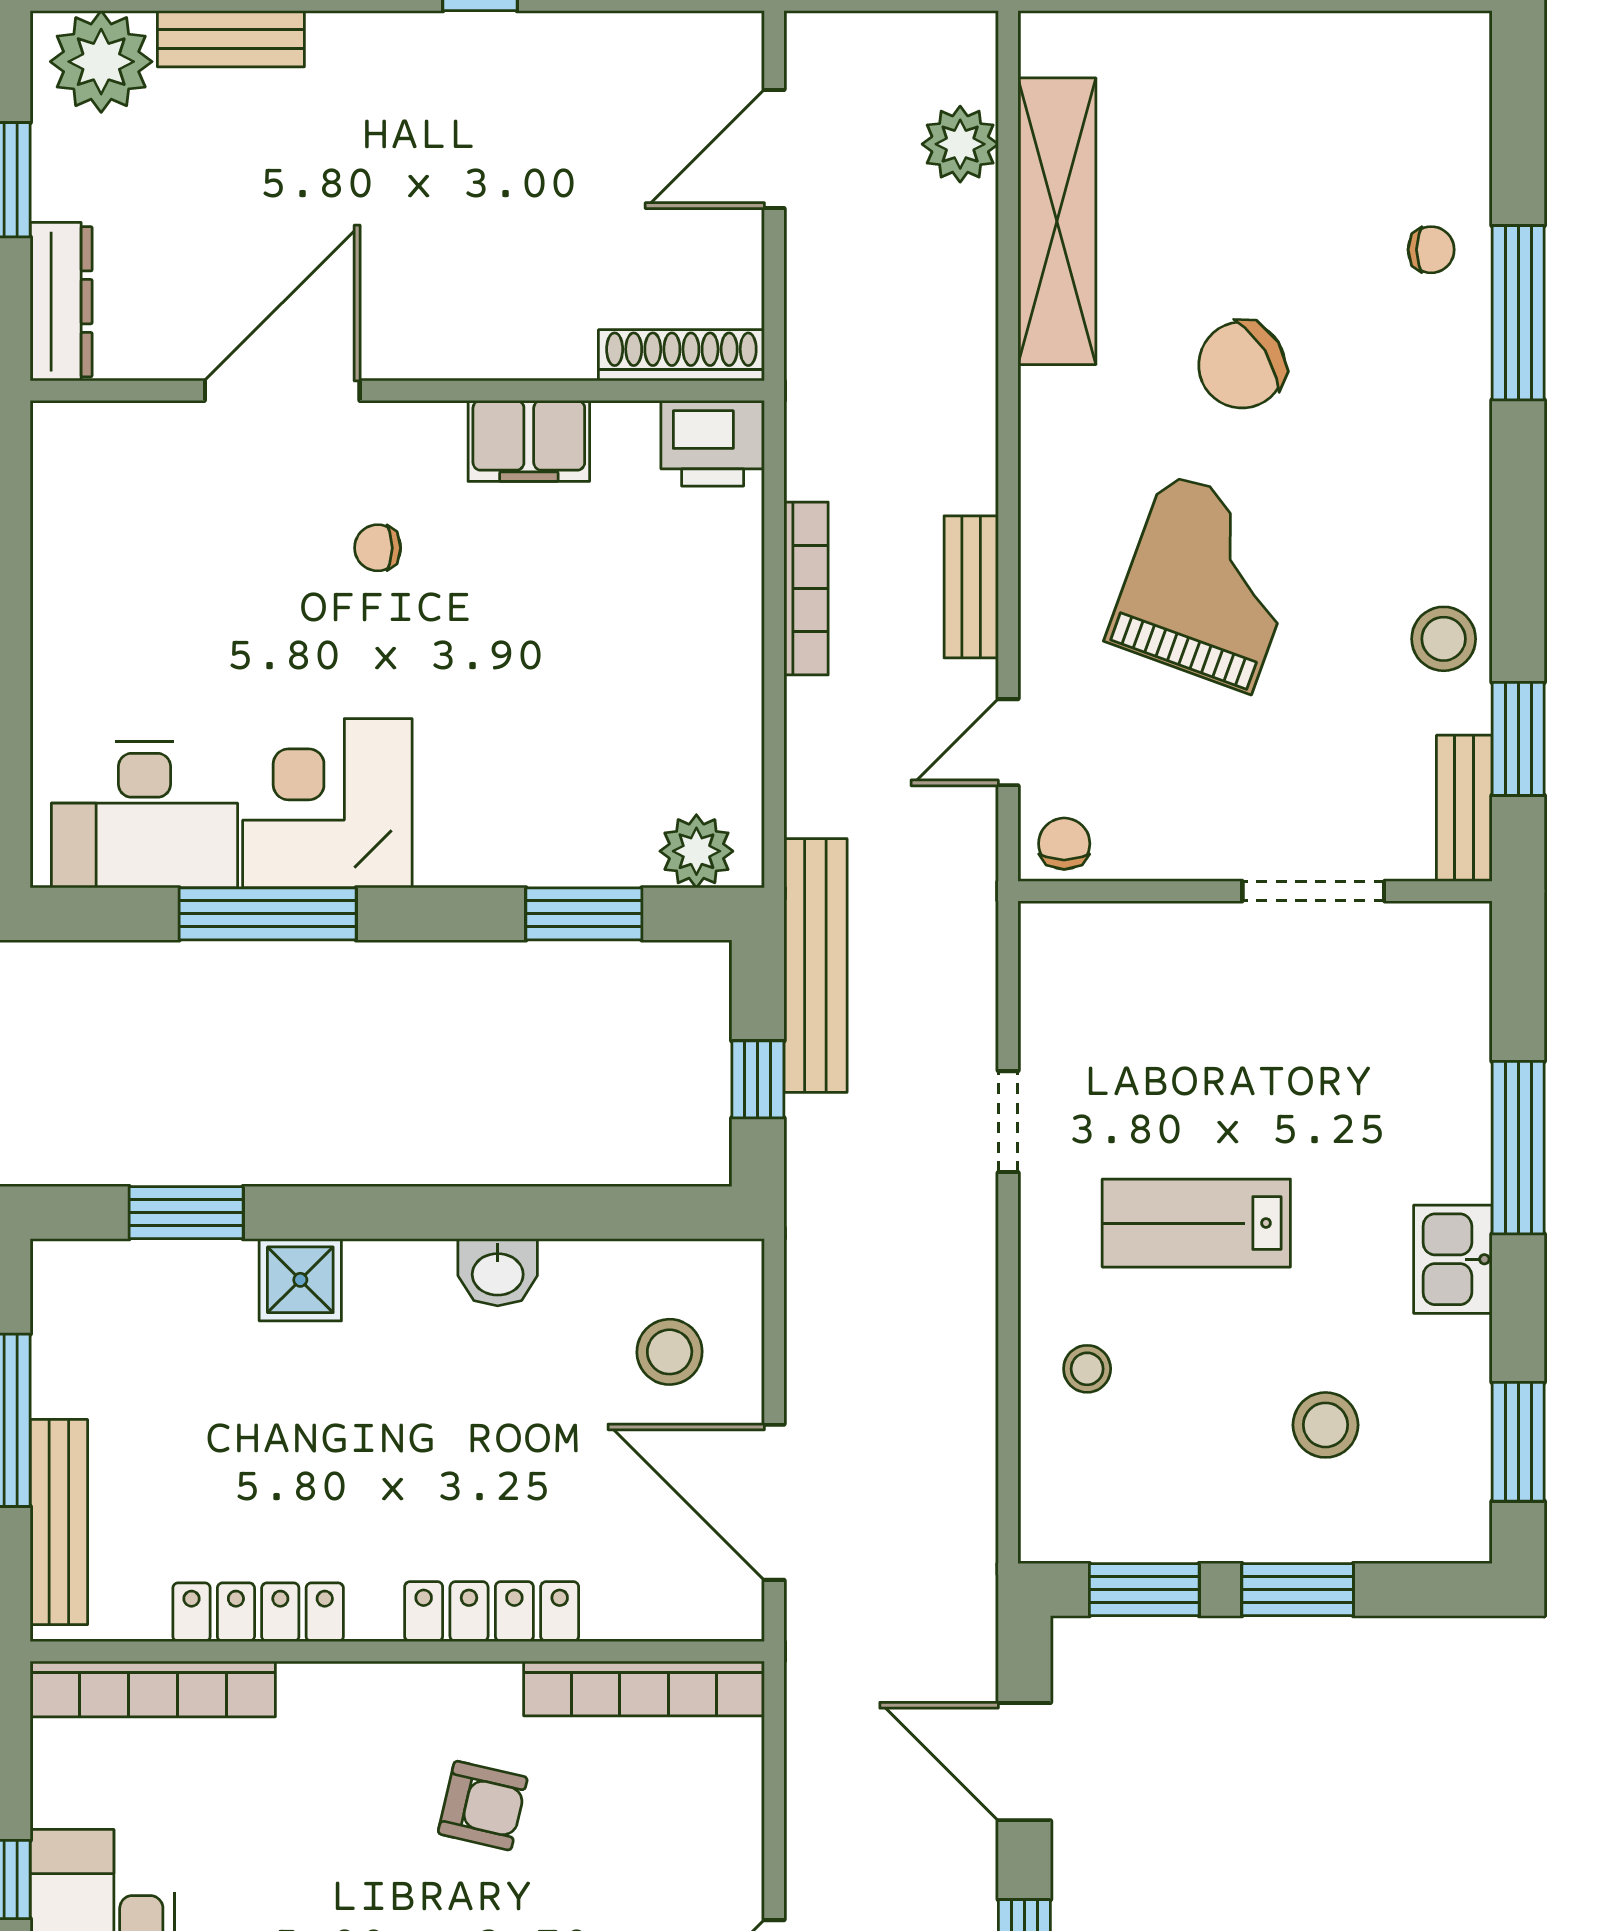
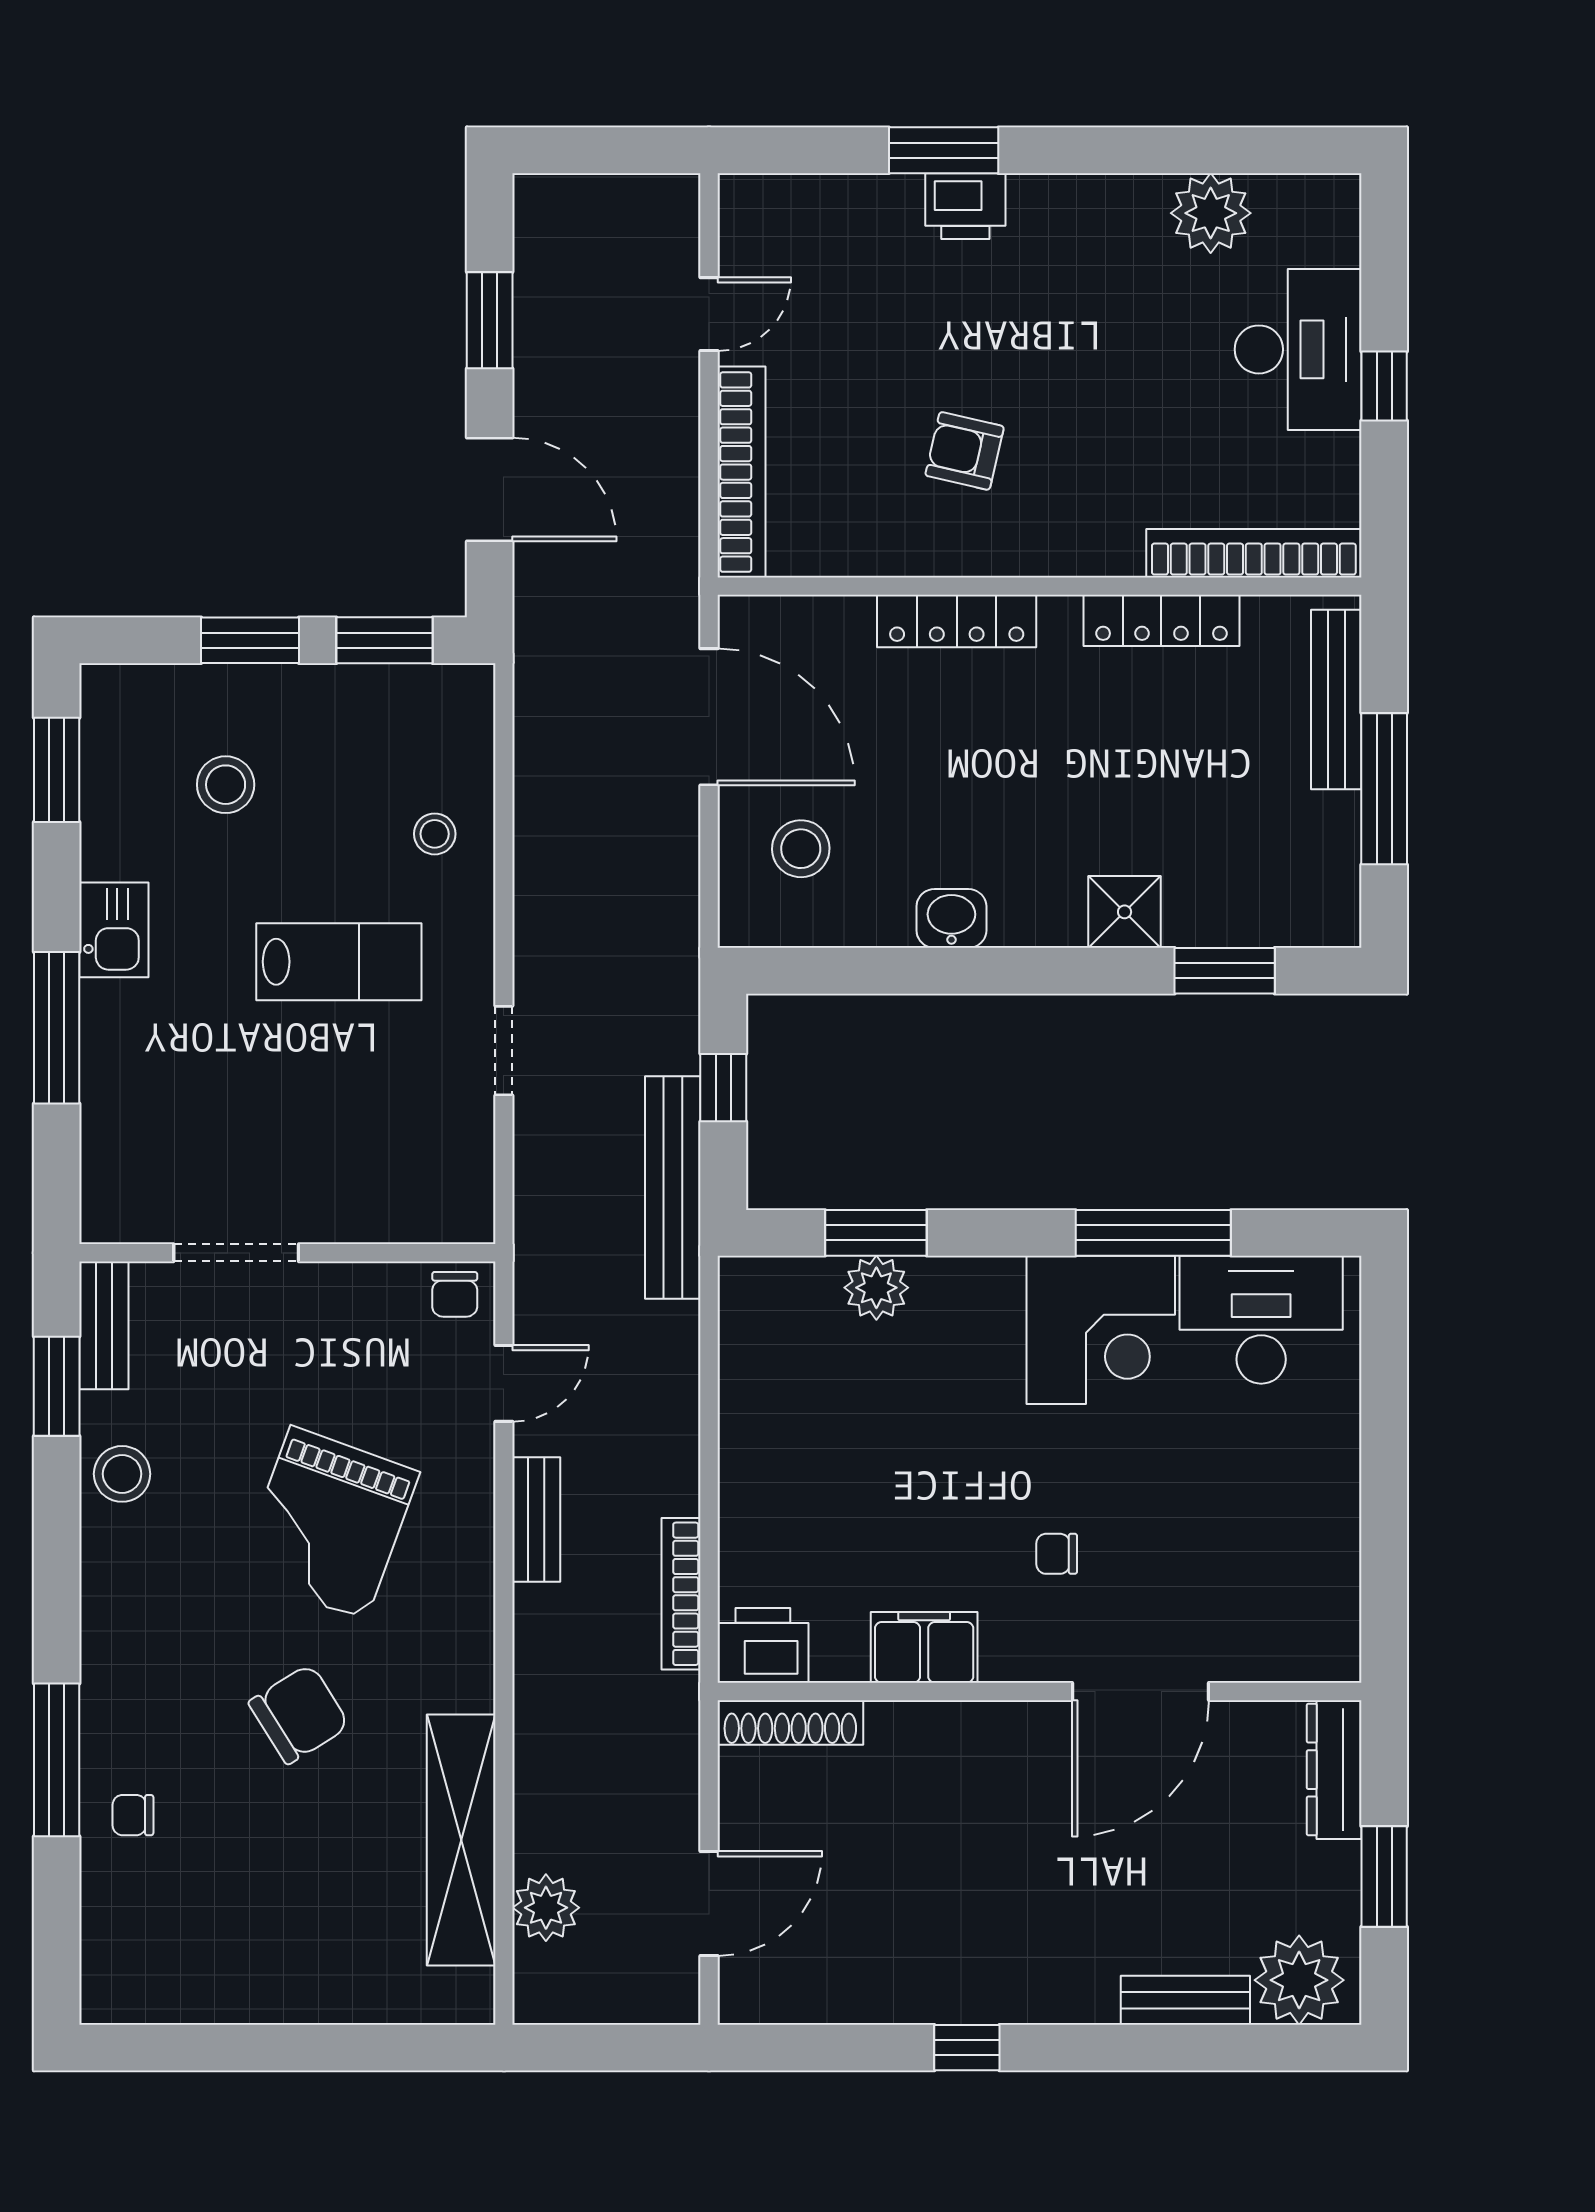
chair: (378, 548) -> (1057, 1554), turned 180
bookcase: (806, 588) -> (681, 1594), moved
plant: (696, 851) -> (876, 1288), moved
bookcase: (644, 1688) -> (742, 472), moved, turned 90

